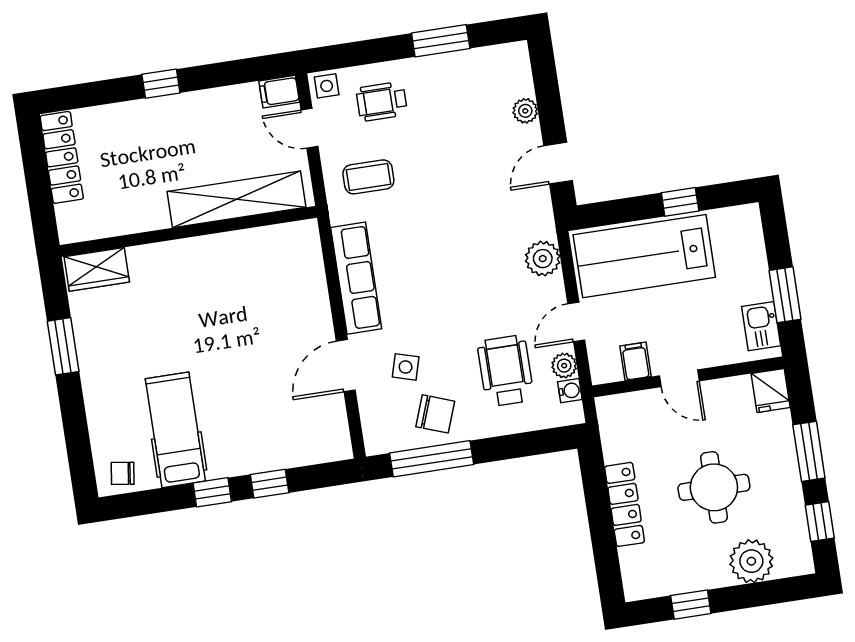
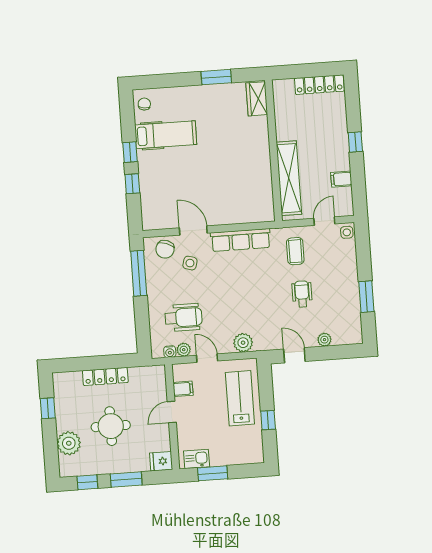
filing cabinet: (279, 92) -> (341, 179), moved, turned -90
wheelchair: (382, 101) -> (302, 294), moved
lab bench: (644, 256) -> (240, 398), width x0.73, depth x0.72
chair: (435, 414) -> (165, 249), moved

